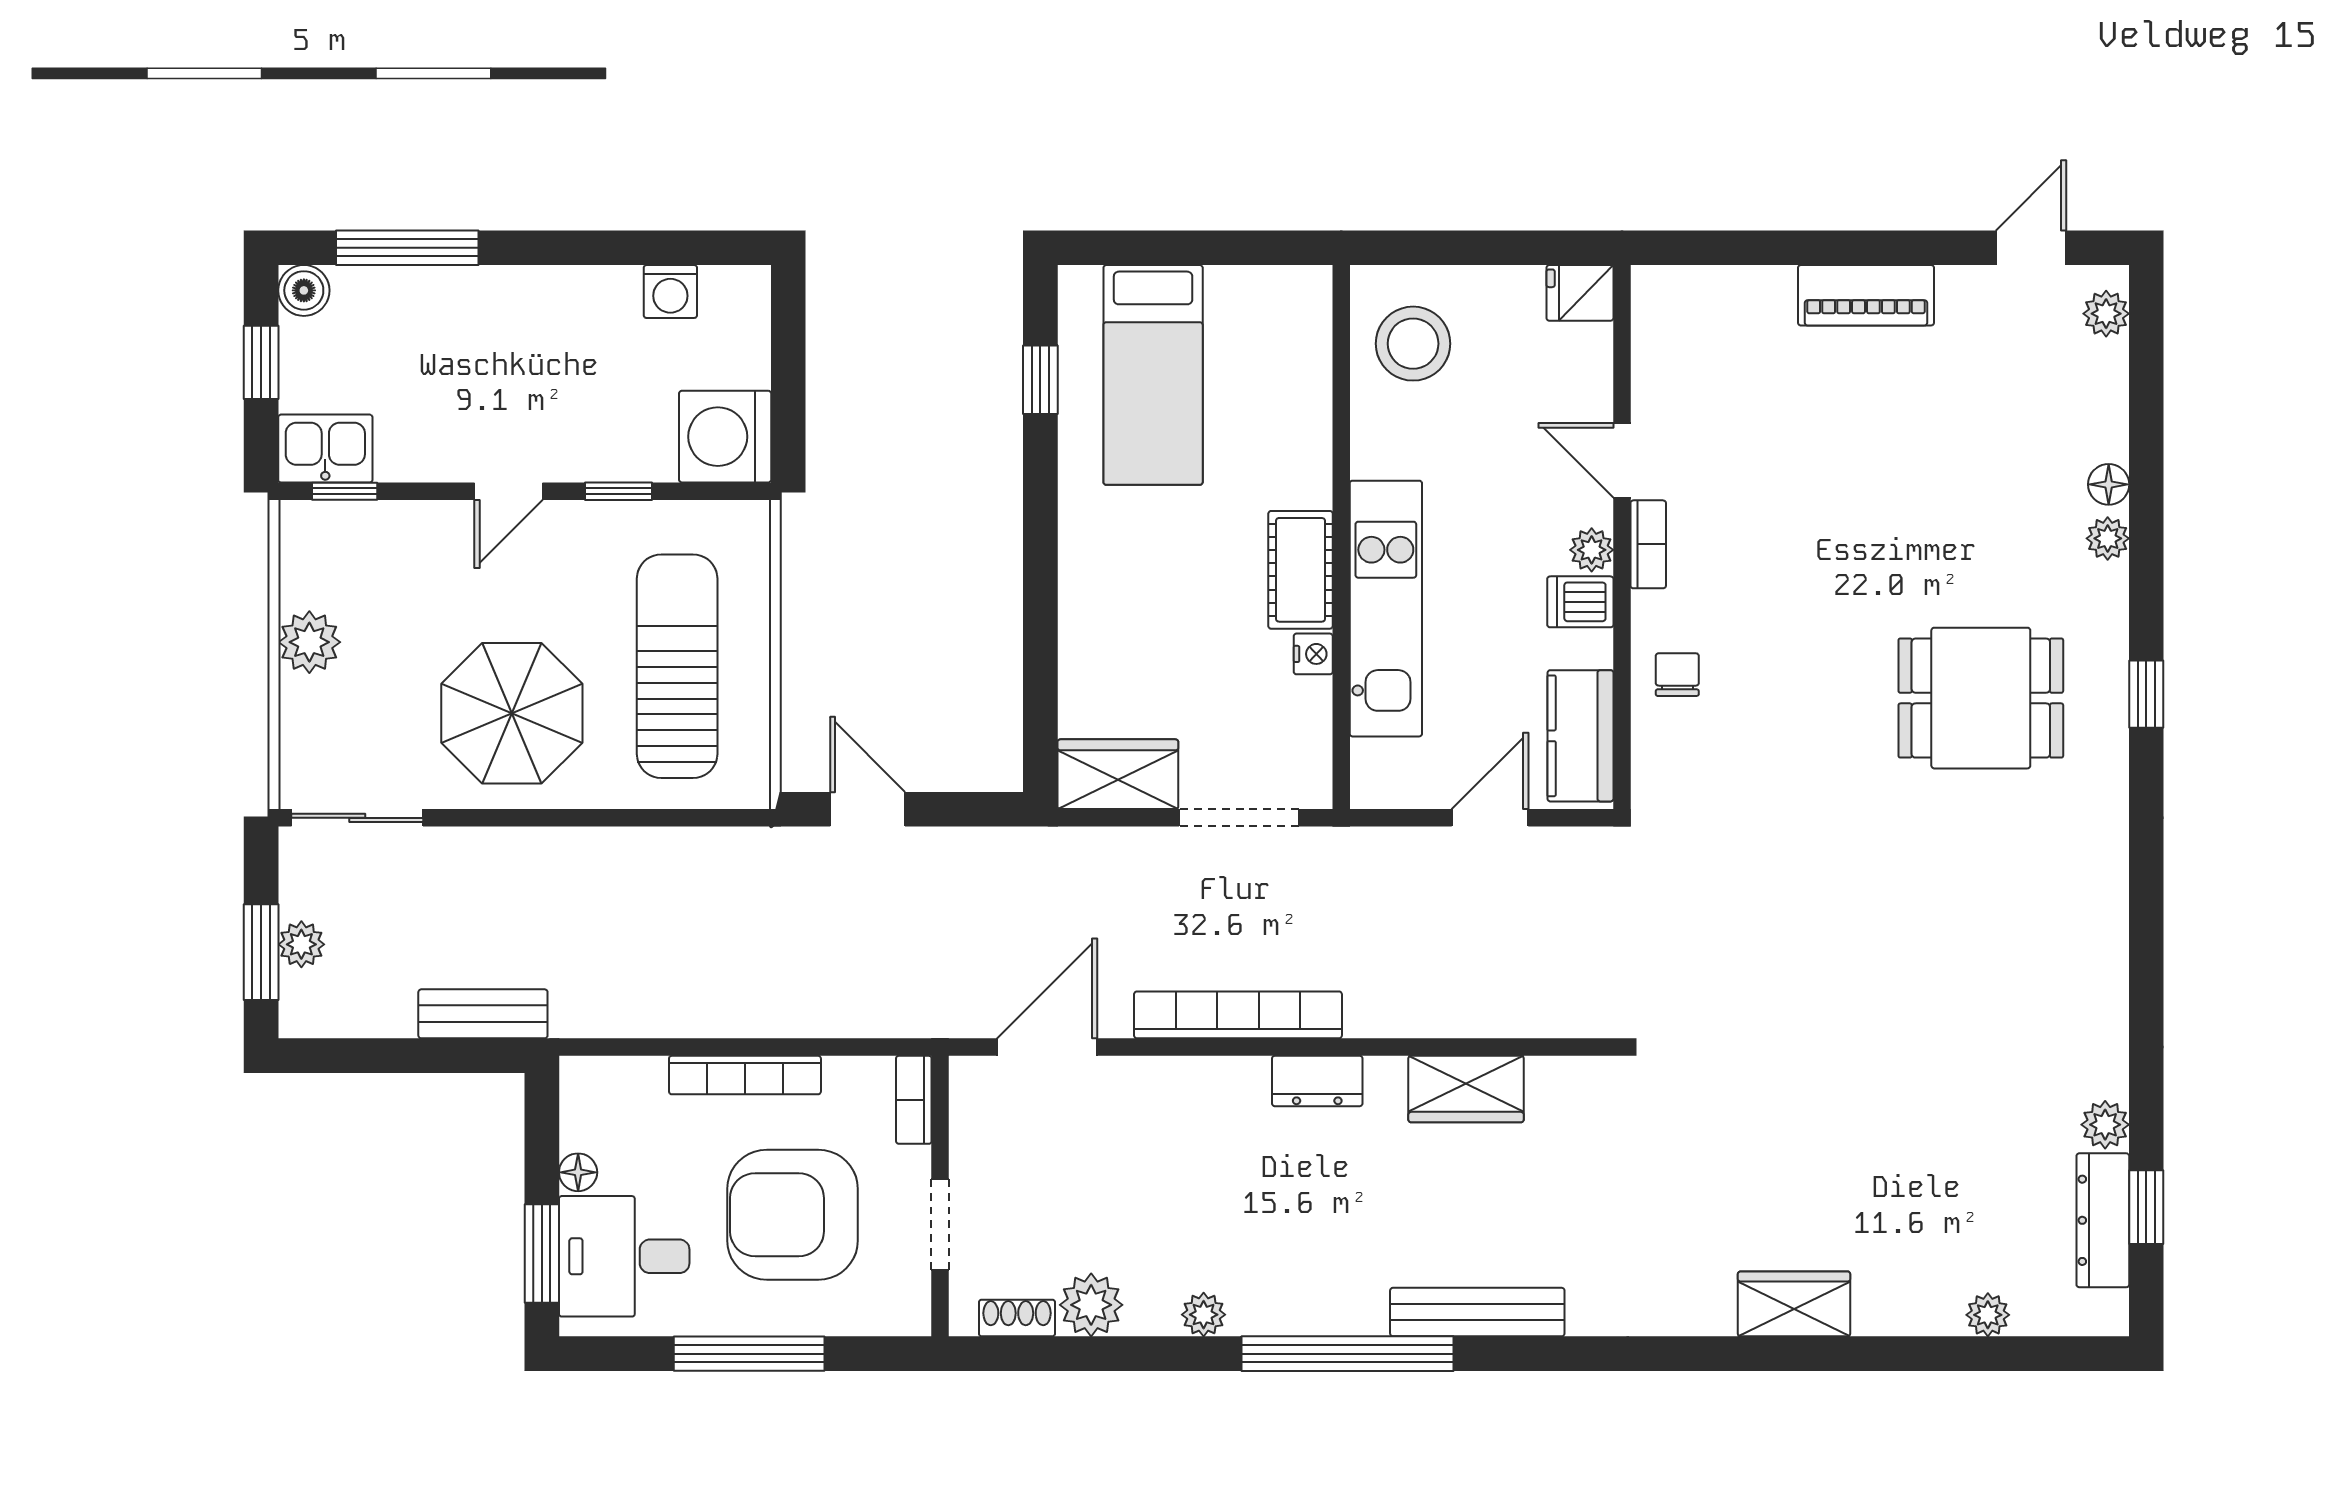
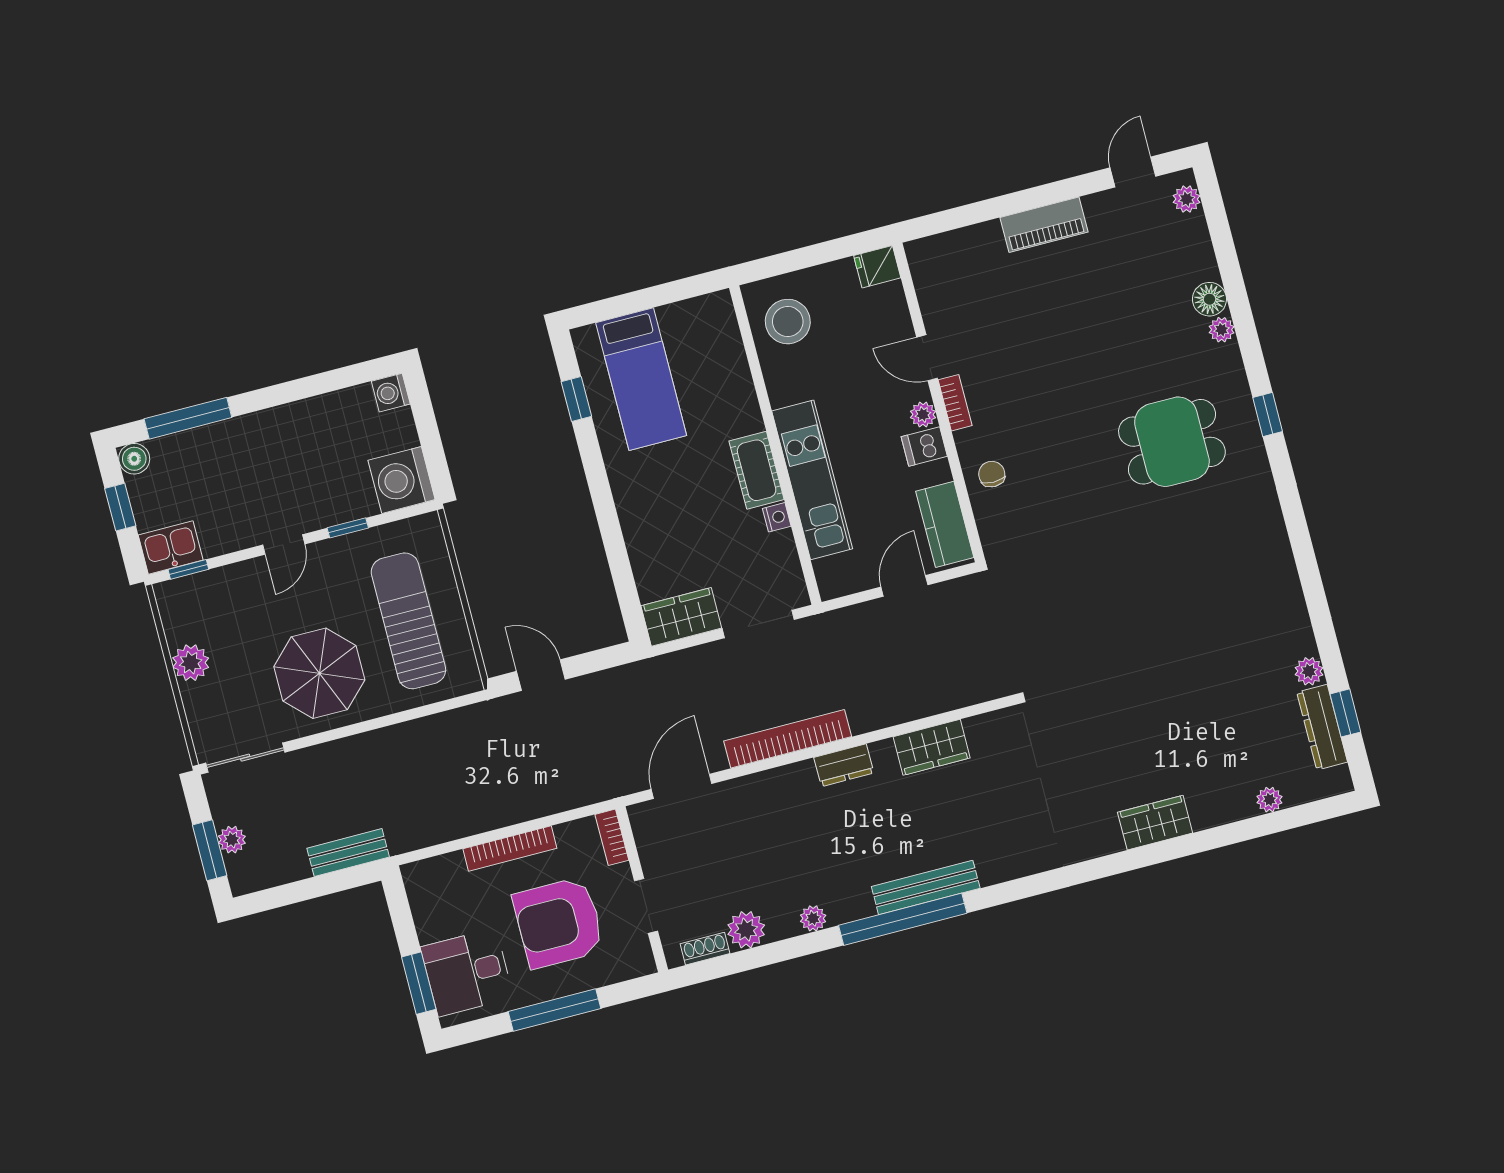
washing machine: (670, 291) -> (391, 393), moved, turned 90
floor lamp: (2109, 484) -> (1209, 299), width x1.37, depth x1.37
floor lamp: (578, 1172) -> (427, 930), removed
bench: (1477, 1312) -> (926, 887), moved

